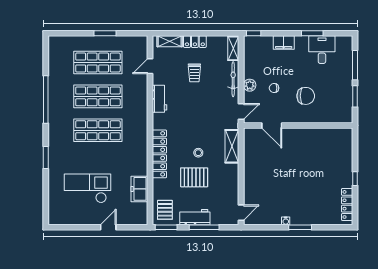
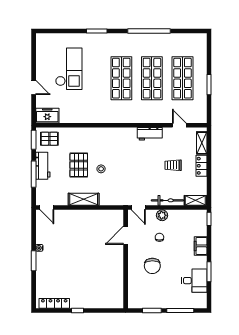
shelving: (232, 146) -> (84, 199), moved
locker: (159, 154) -> (100, 134), removed
freezer: (139, 189) -> (47, 116), moved

